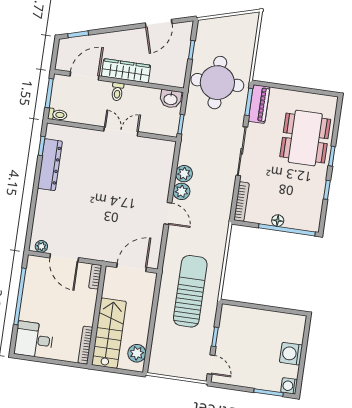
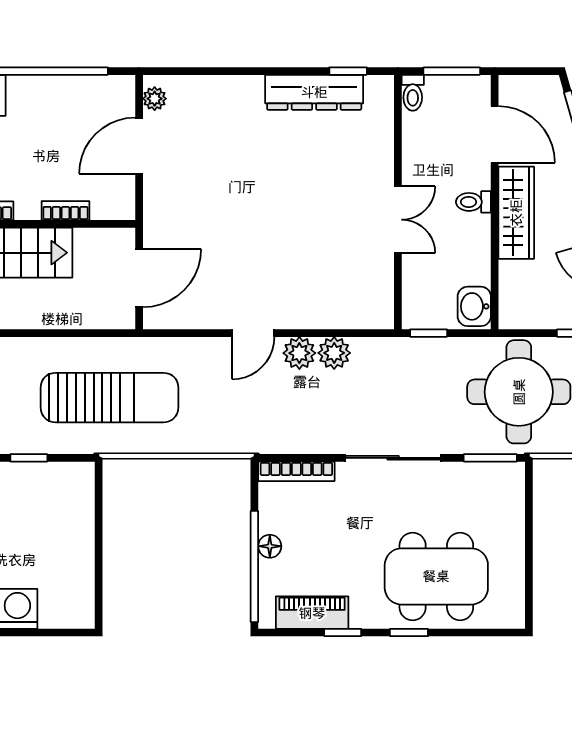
piano: (259, 104) -> (312, 613), moved, turned 180
door: (132, 267) -> (139, 278), hinge flipped
bookcase: (95, 277) -> (65, 211), moved

